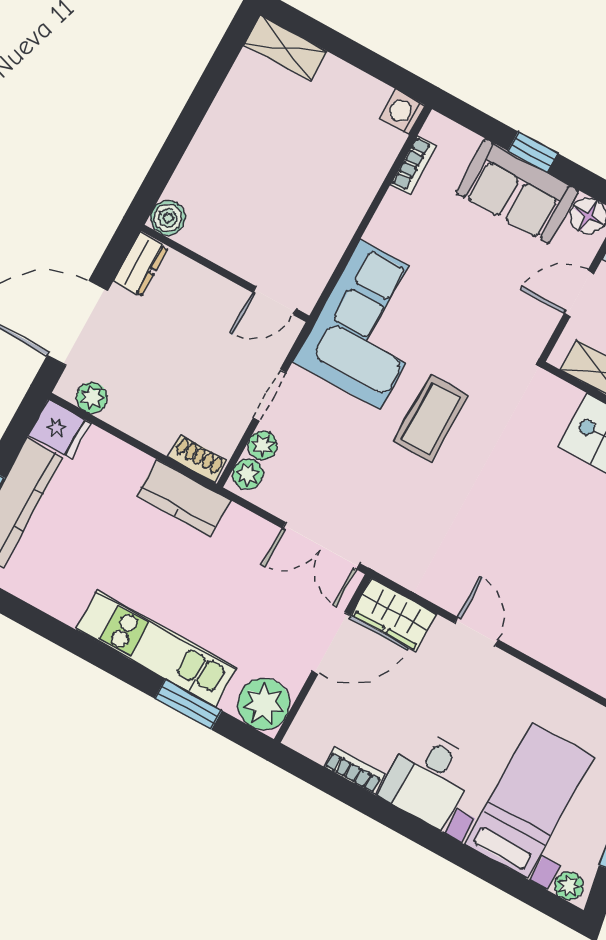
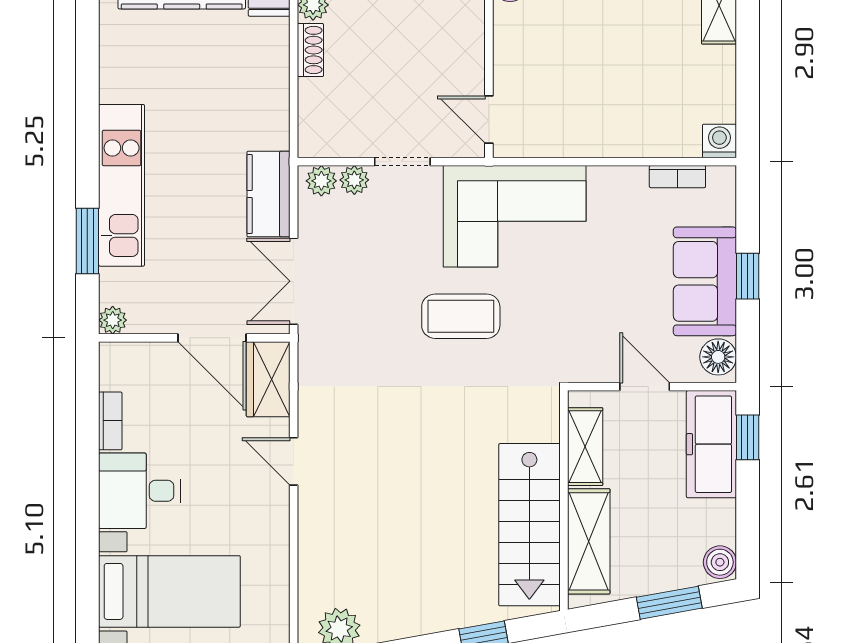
shoe rack: (198, 459) -> (310, 50), moved
kitchen counter: (183, 498) -> (269, 194), moved
door: (476, 631) -> (294, 461), swing flipped
plant: (264, 704) -> (113, 320), width x0.53, depth x0.53

